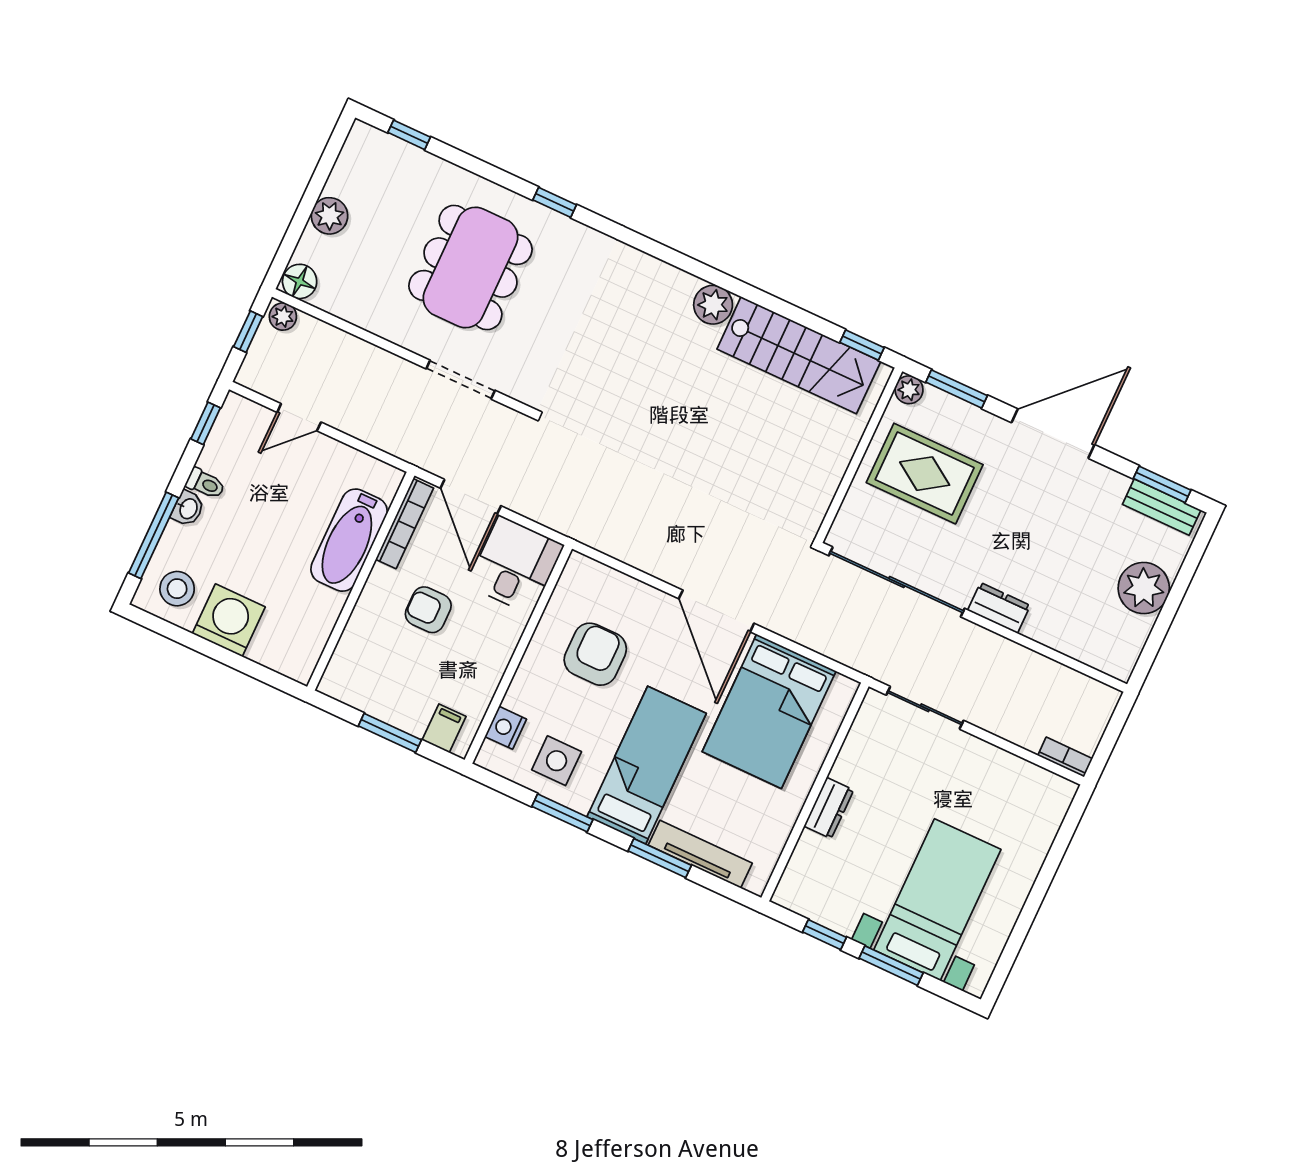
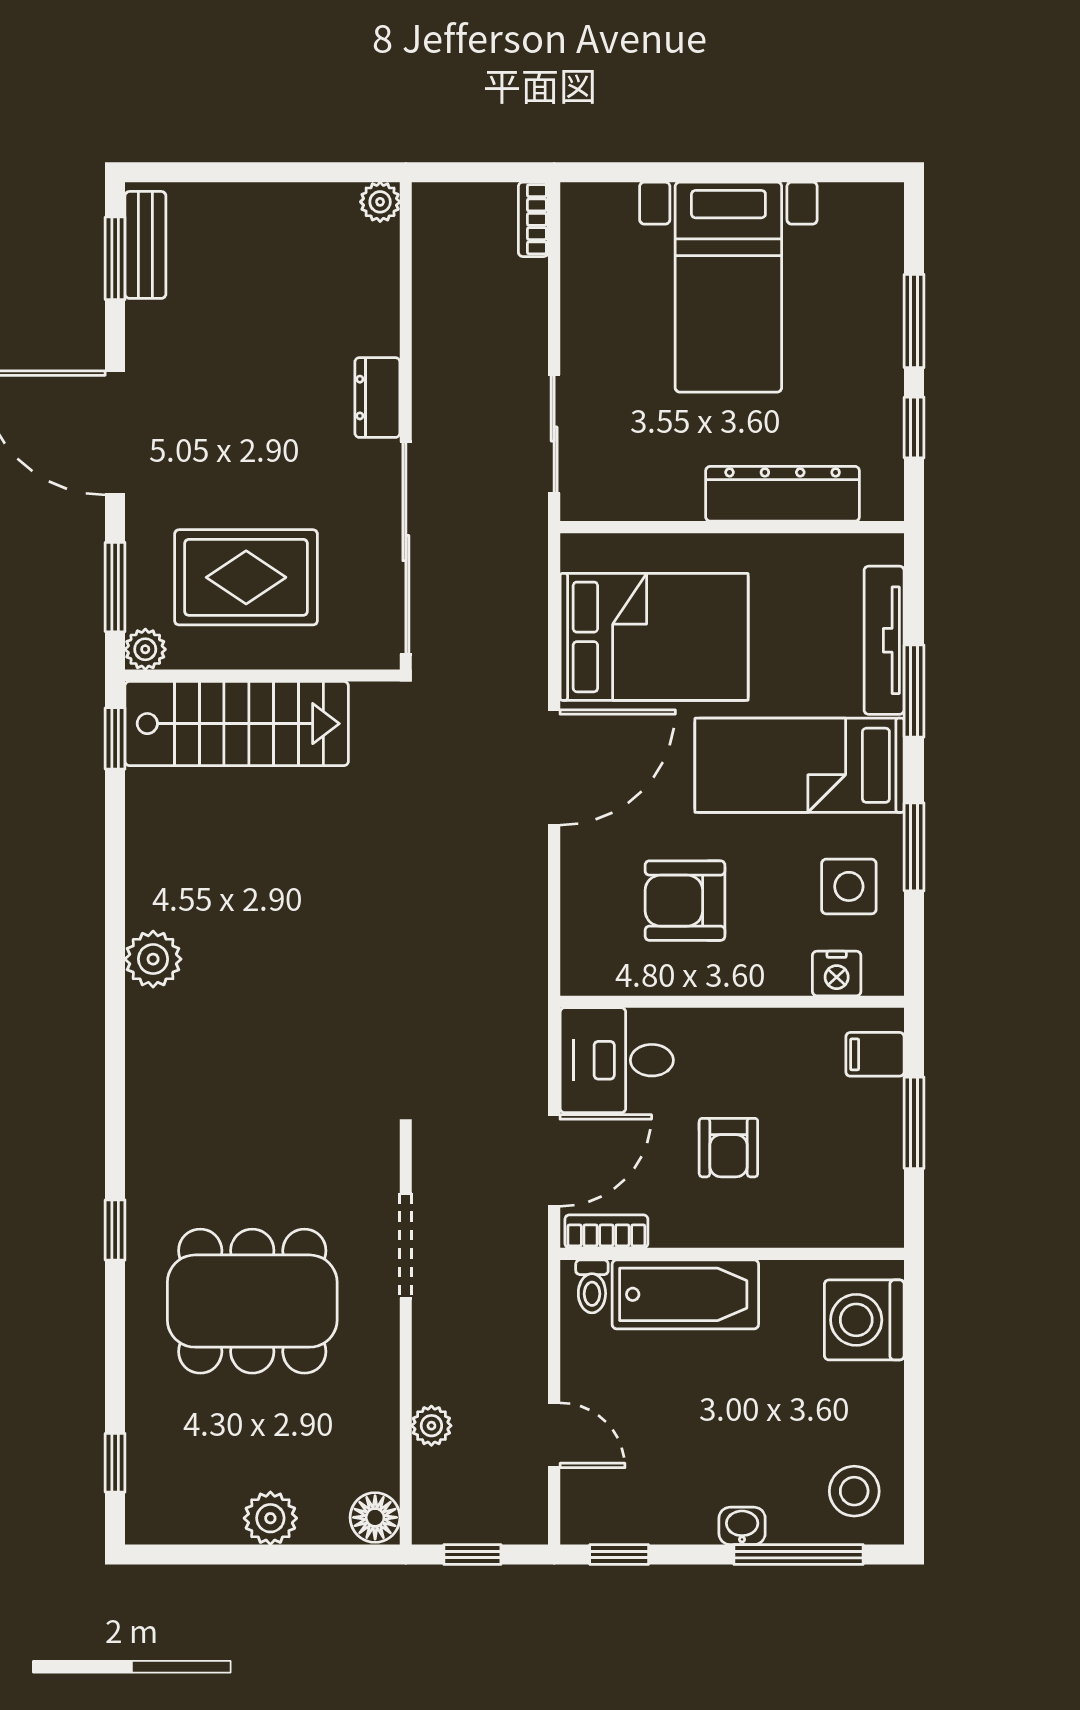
plant: (283, 317) -> (431, 1426), moved
stairs: (799, 355) -> (237, 724), moved, turned 90
rug: (925, 474) -> (246, 577), turned 90
toilet: (205, 484) -> (592, 1286), moved, turned 180
bookcase: (405, 524) -> (606, 1231), width x0.64
plant: (1144, 588) -> (380, 202), moved, width x0.53, depth x0.53
washing machine: (229, 620) -> (864, 1320), moved
dresser: (829, 808) -> (783, 494), width x1.96, depth x1.24
bed with nightstands: (937, 900) -> (728, 287), moved, turned -90

